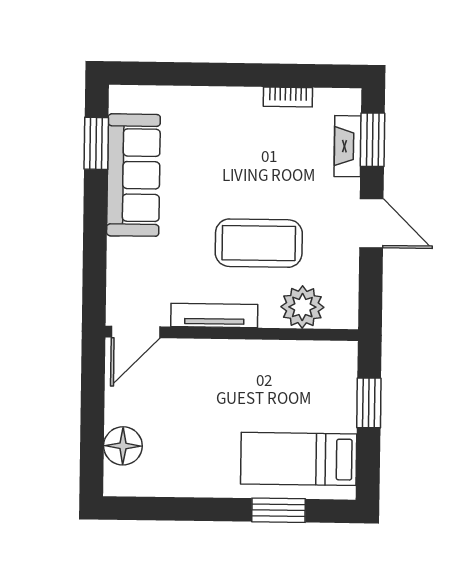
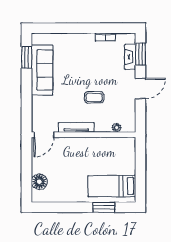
door: (371, 223) -> (140, 88), hinge flipped
coffee table: (259, 243) -> (94, 97), width x0.54, depth x0.58
plant: (302, 307) -> (117, 128), width x0.53, depth x0.53
window: (369, 403) -> (140, 163), removed

